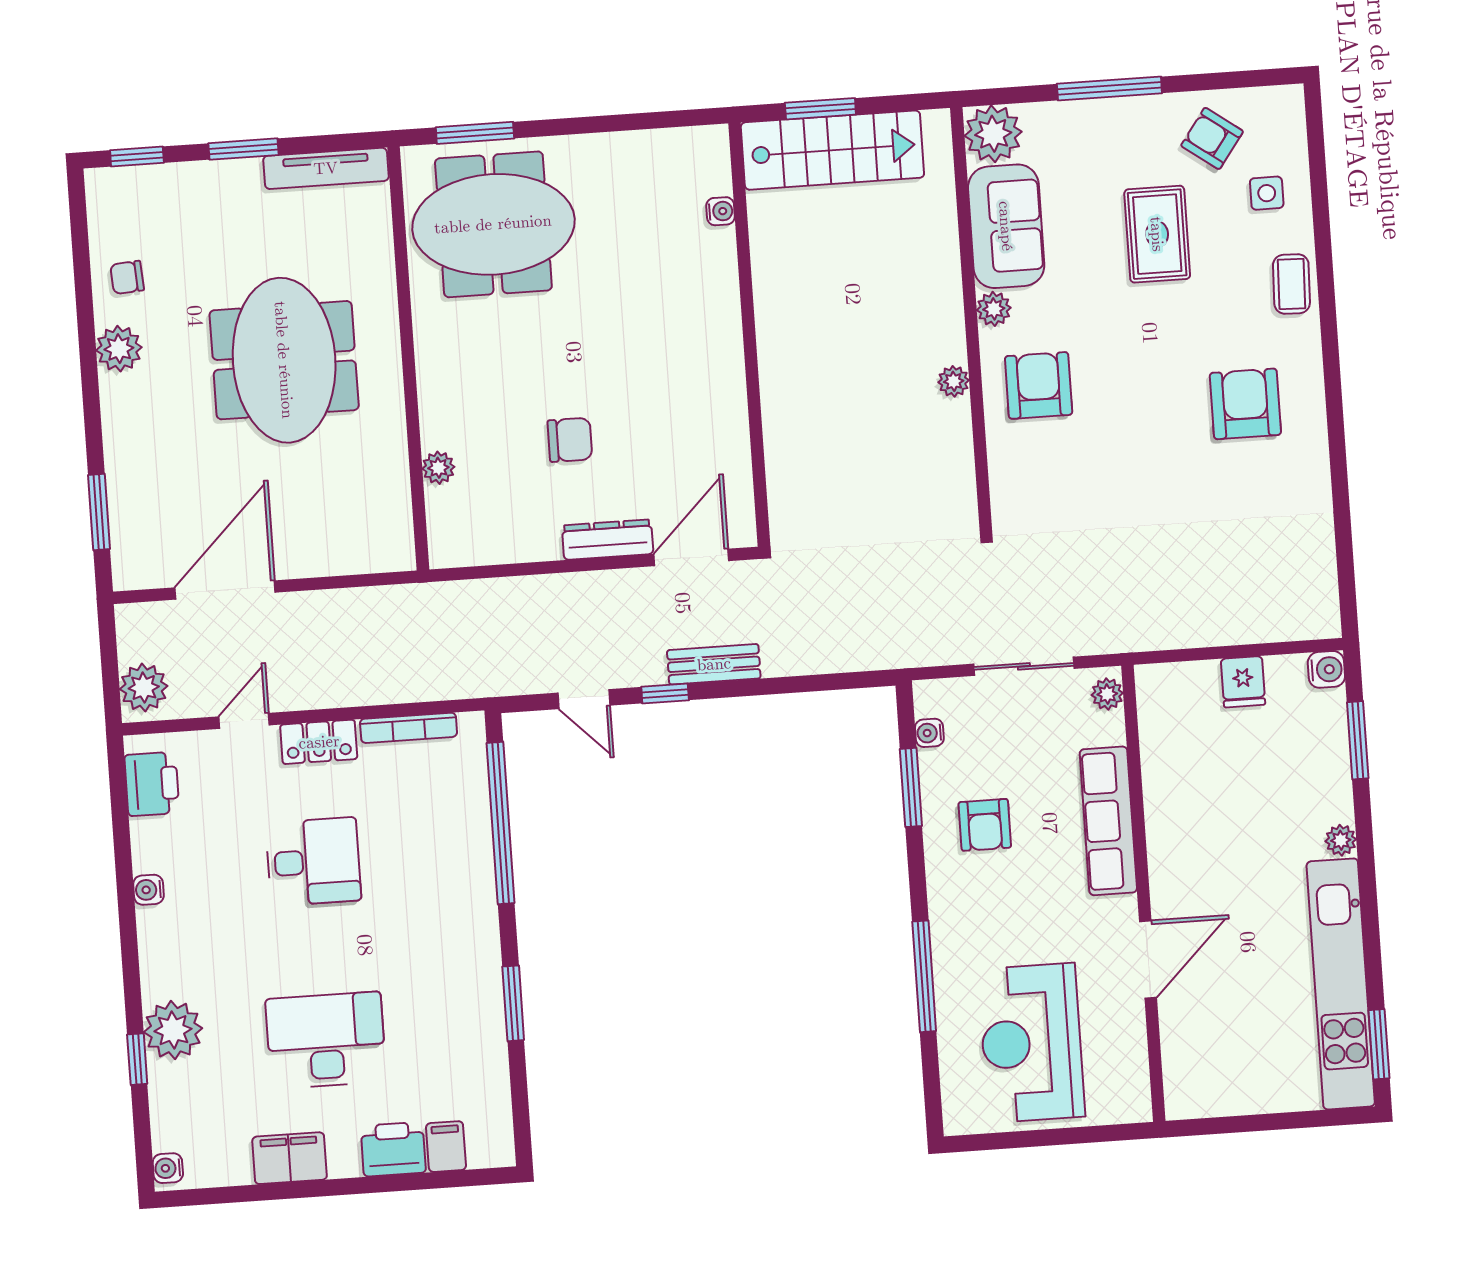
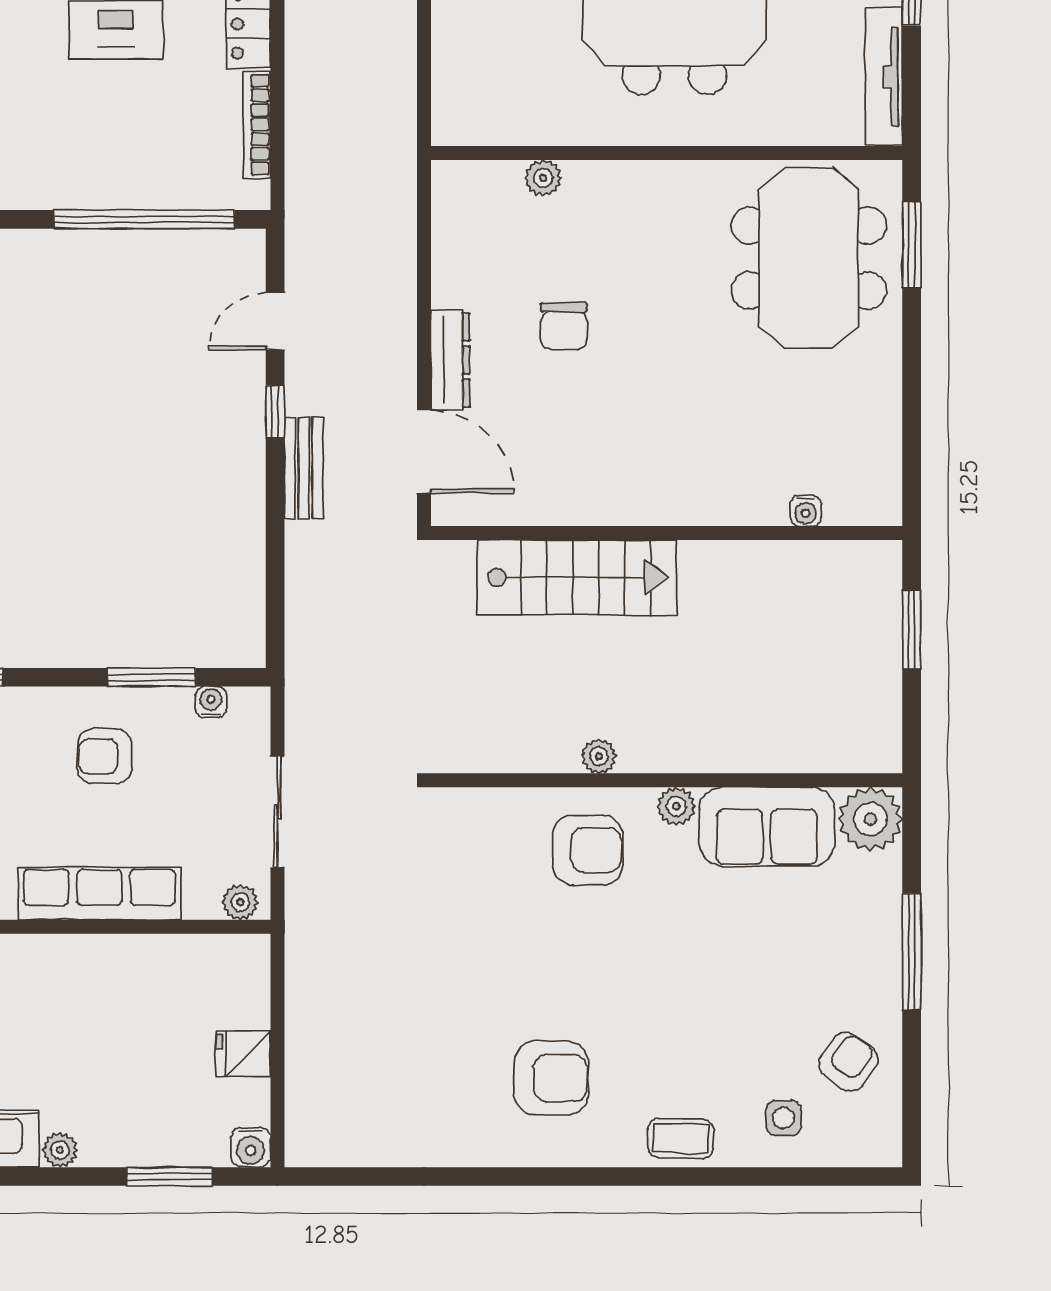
stairs: (832, 150) -> (577, 578), moved, turned -90
rug: (1157, 234) -> (746, 993), removed

